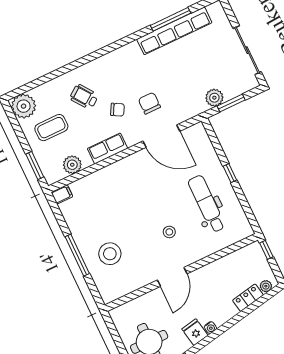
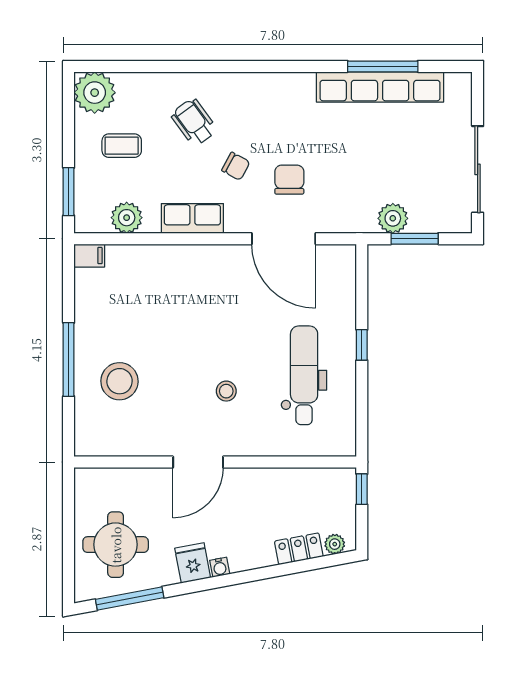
coffee table: (51, 128) -> (122, 146), width x0.73, depth x0.77

